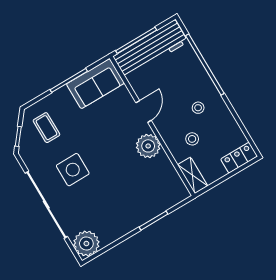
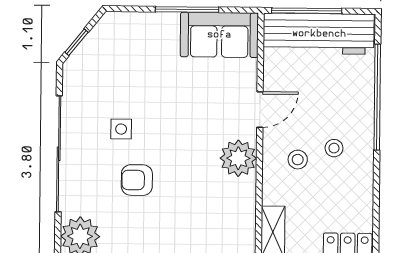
coffee table: (46, 128) -> (120, 53), removed
stool: (192, 139) -> (298, 160), moved
side table: (73, 170) -> (121, 129), width x0.54, depth x0.54
armchair: (99, 193) -> (137, 180), added

